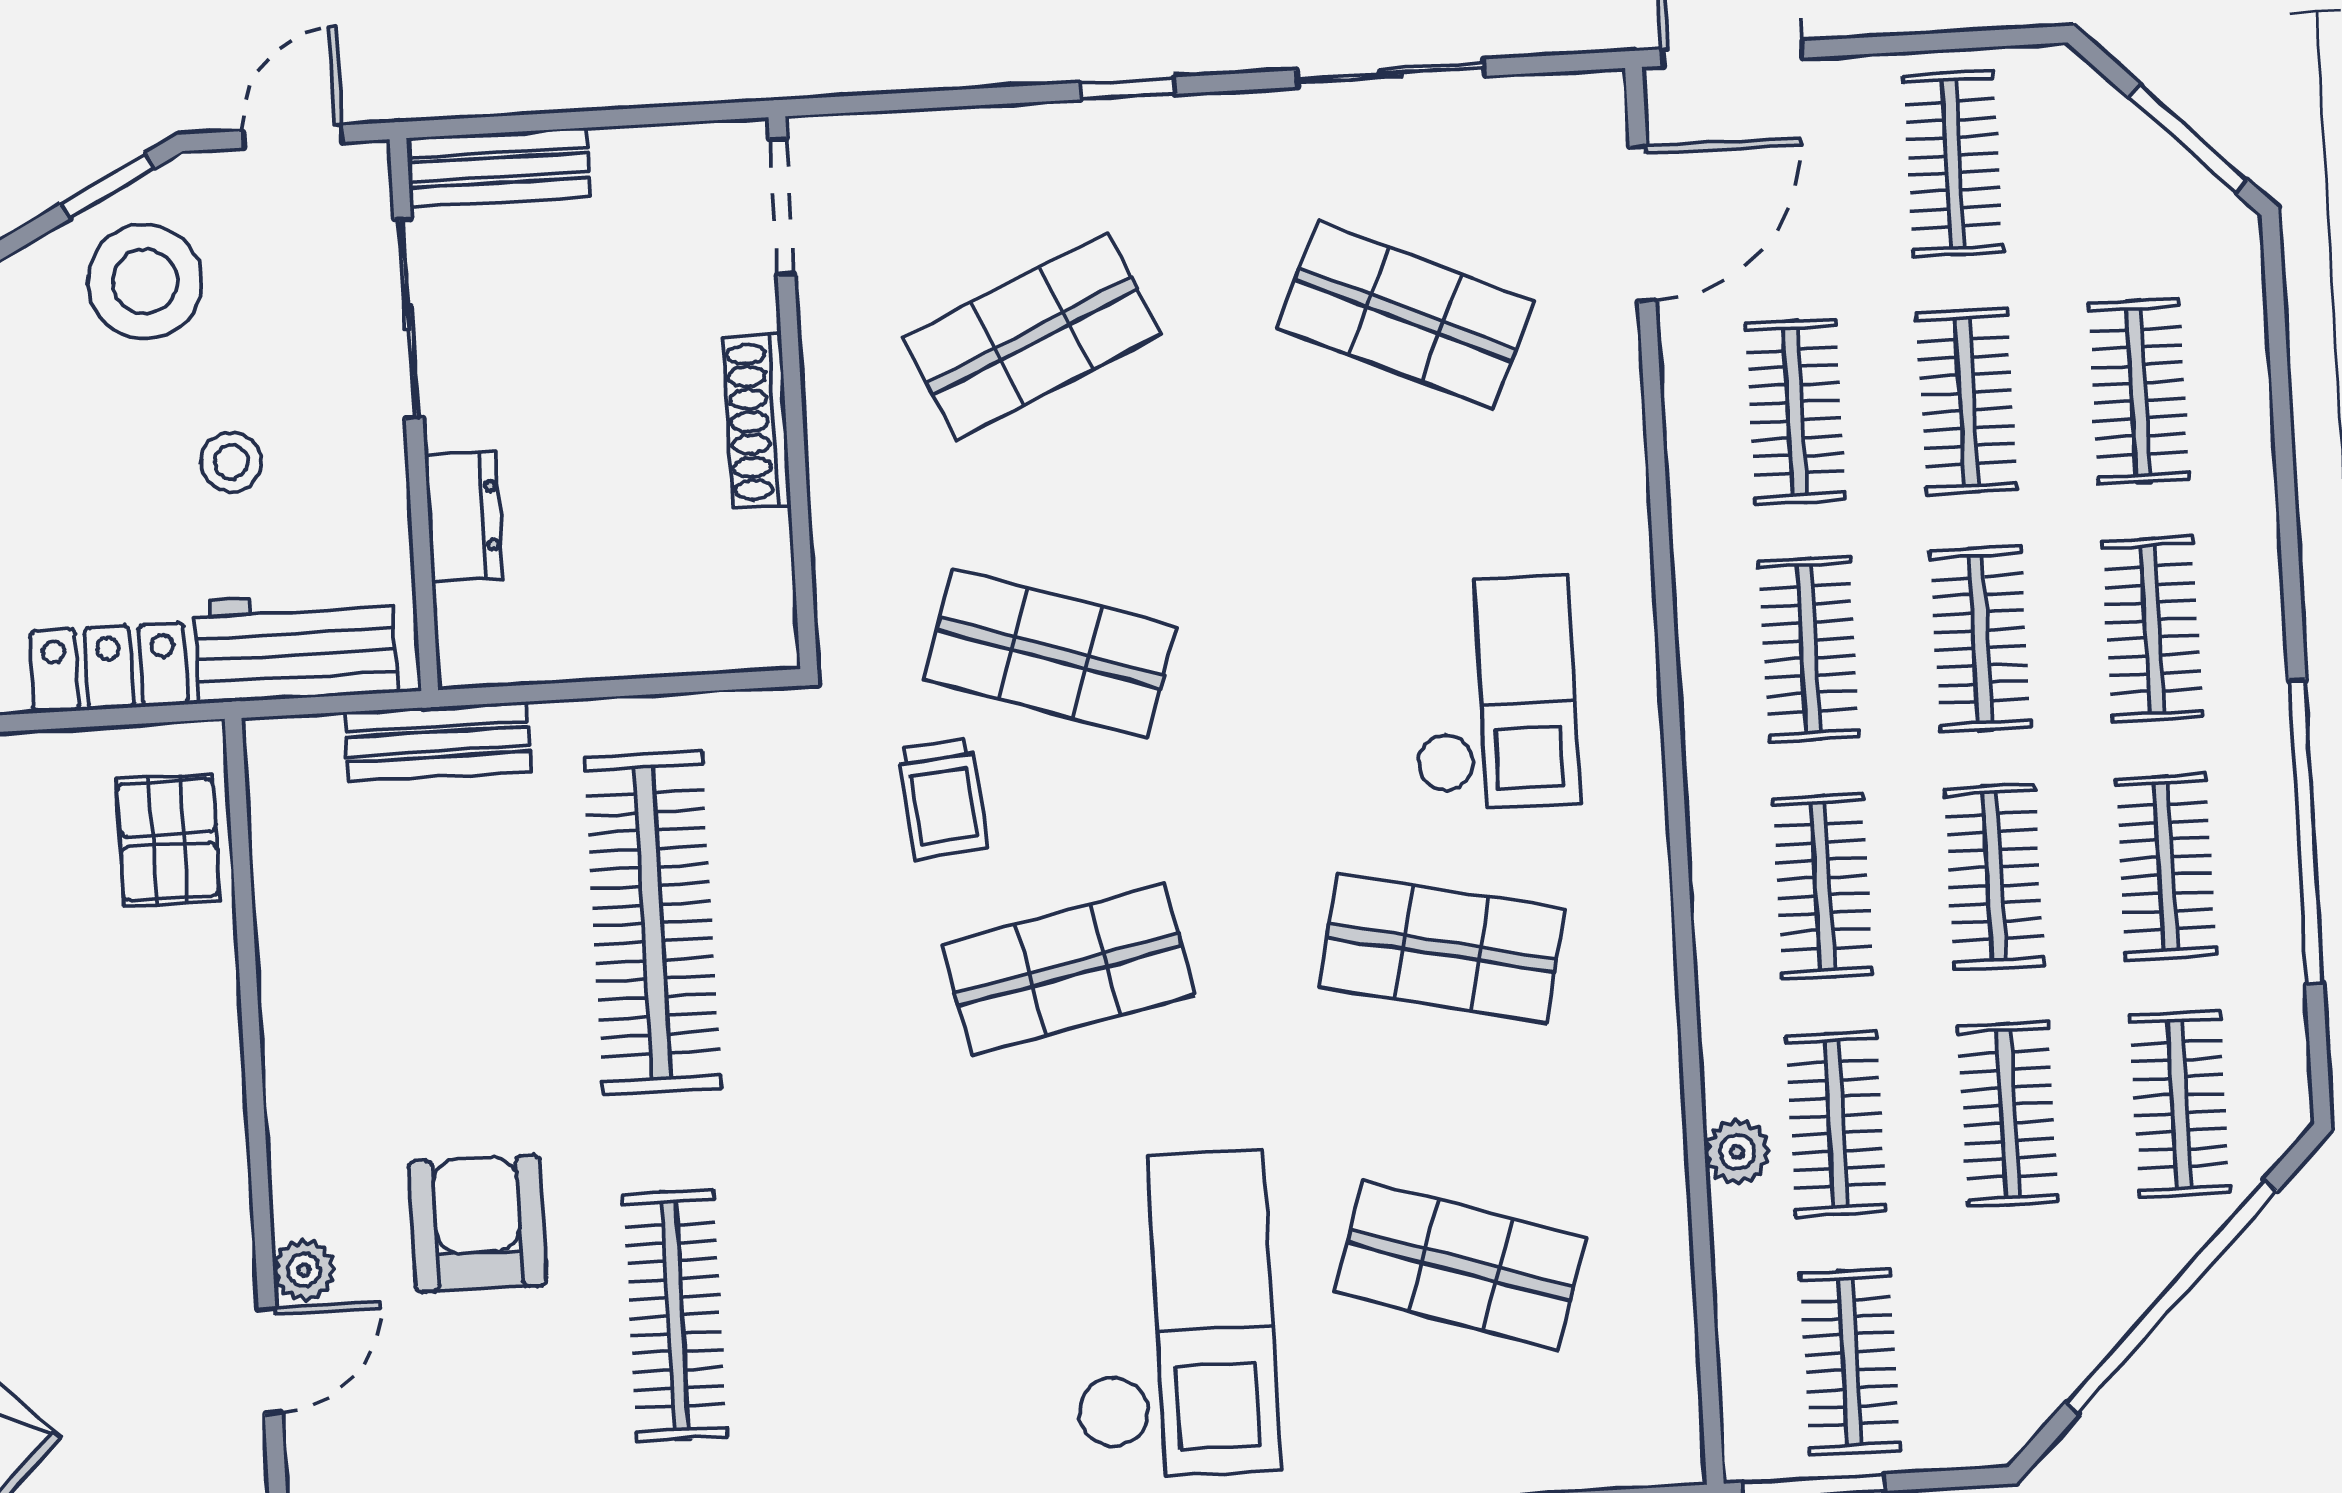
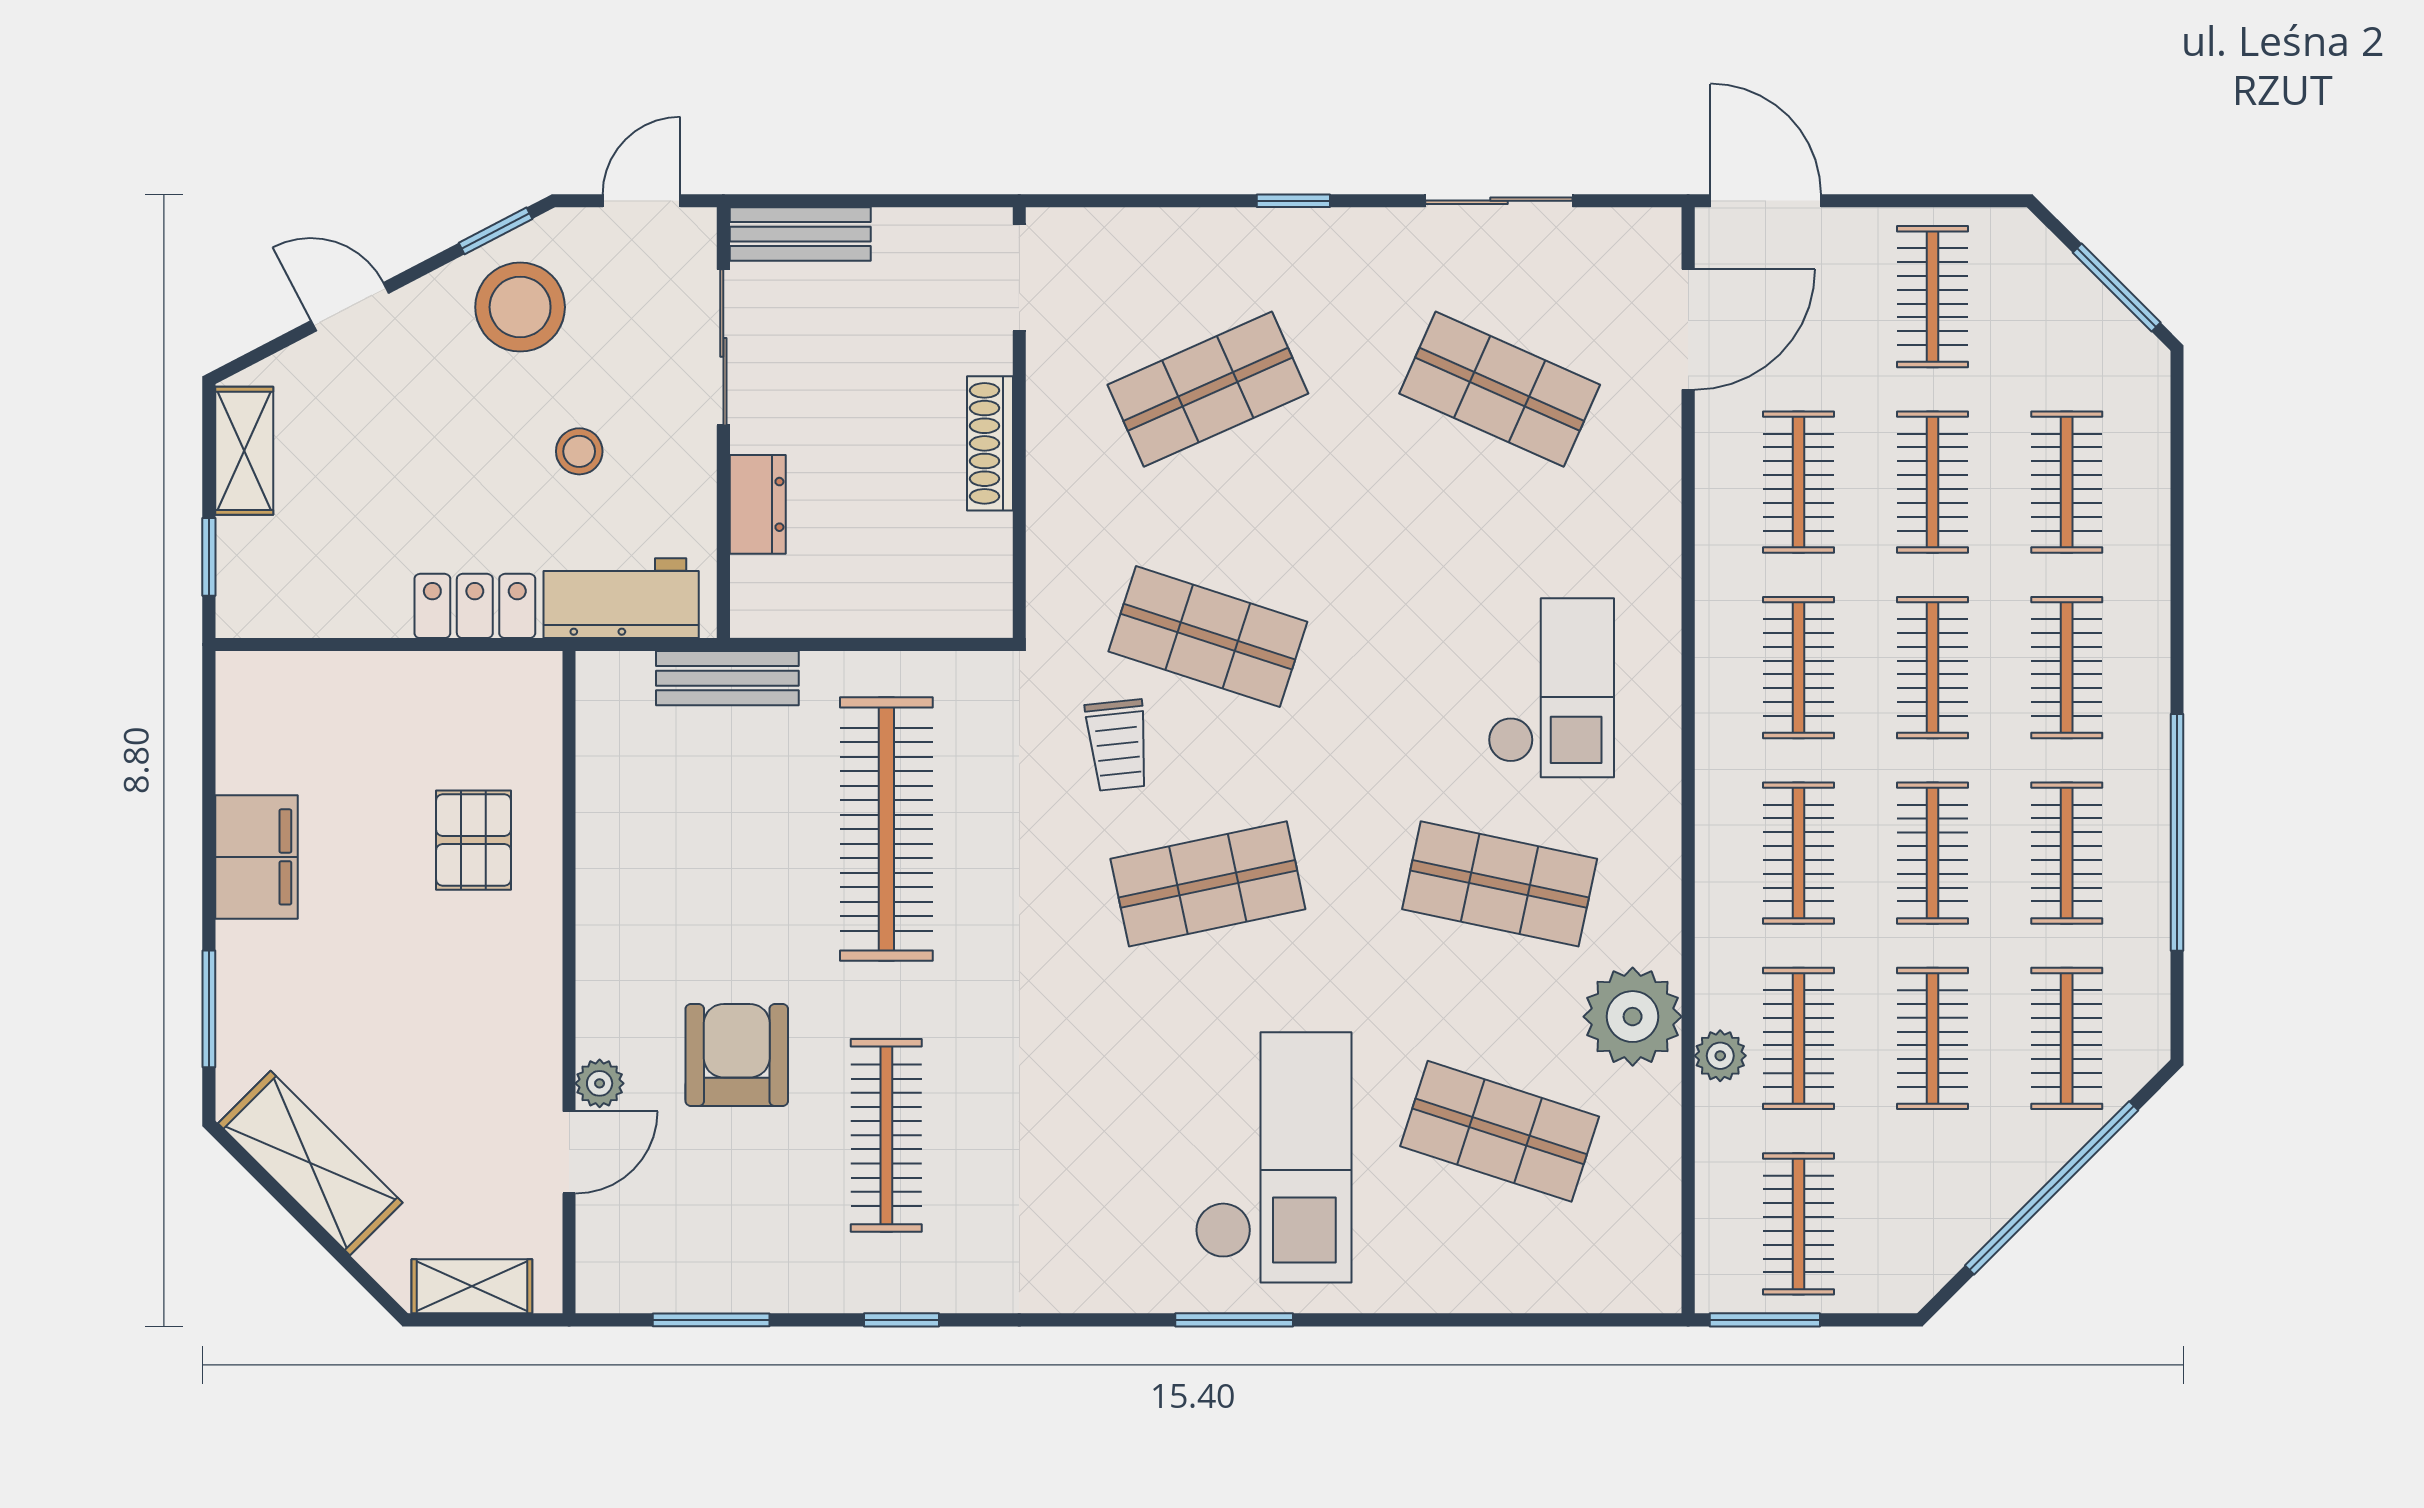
pallet: (168, 840) -> (473, 840), moved
plant: (1622, 1108) -> (1633, 1017), added

